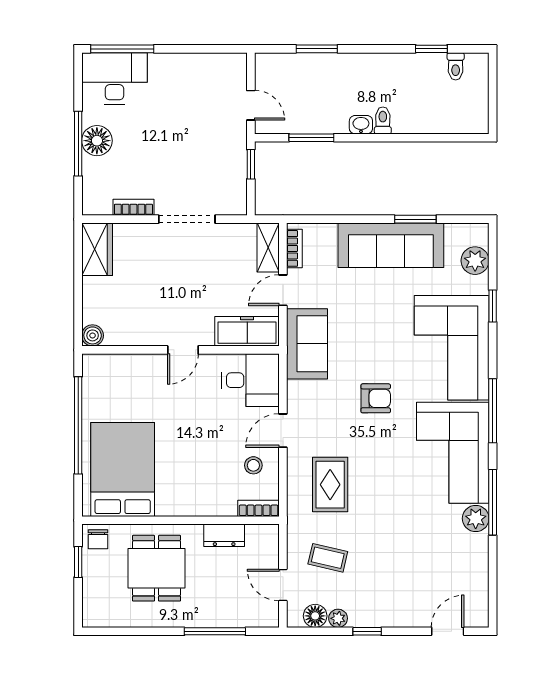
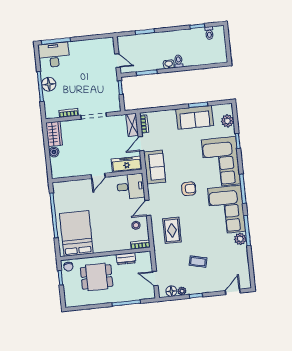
sofa: (391, 245) -> (195, 117), width x0.73
boiler: (93, 335) -> (54, 152), moved
coffee table: (328, 558) -> (198, 262), moved
dining table: (157, 568) -> (97, 277), turned 90

